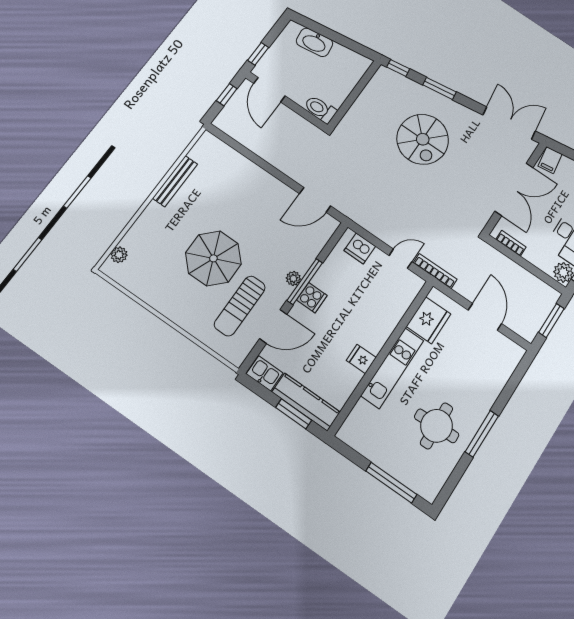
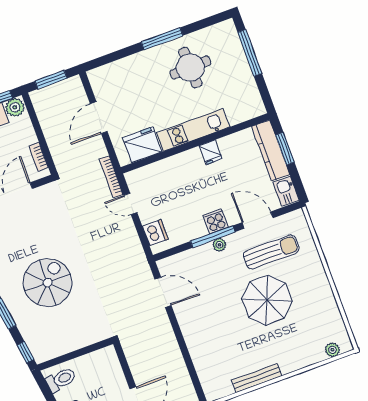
toilet: (320, 109) -> (61, 379), moved, turned -98

